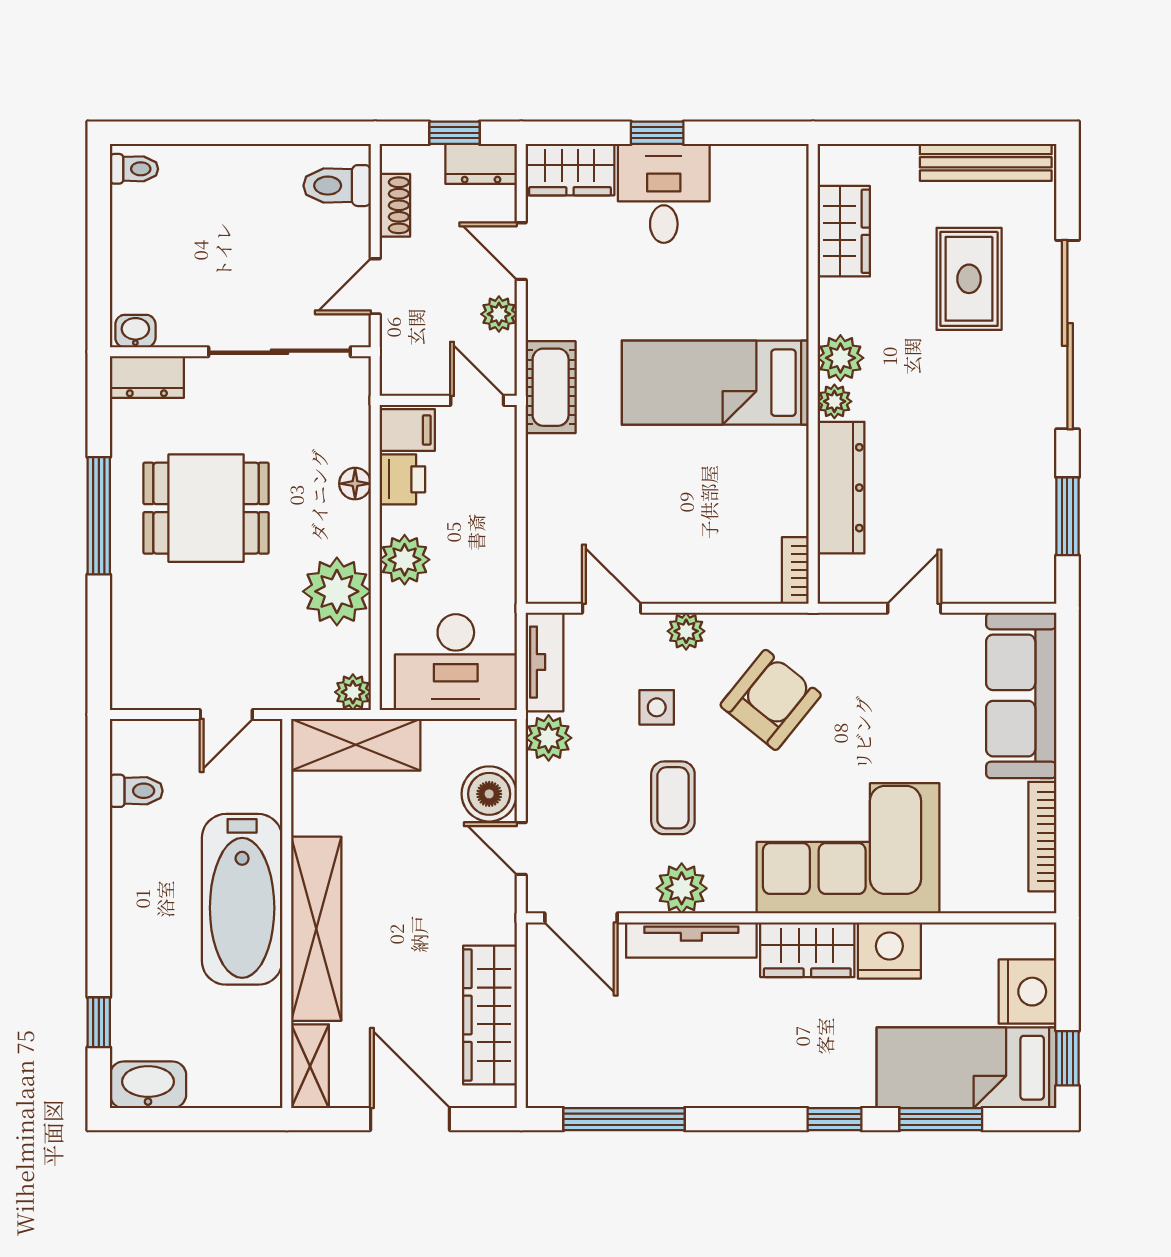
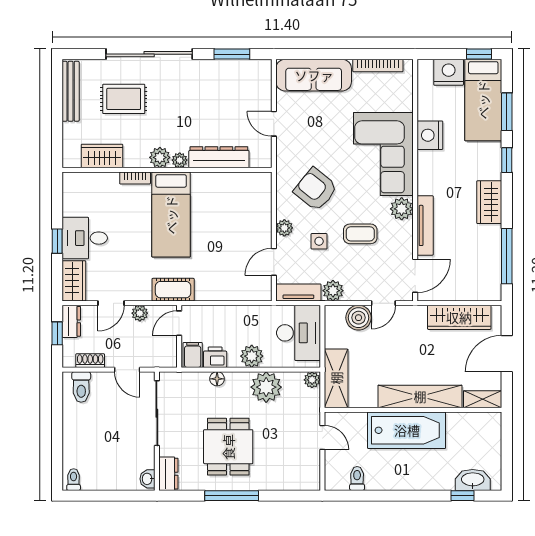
bookcase: (795, 570) -> (135, 178), moved
plant: (682, 888) -> (402, 209), moved
wardrobe: (807, 950) -> (489, 202), moved, turned 180
washbasin: (148, 1085) -> (473, 480), moved, turned 90

